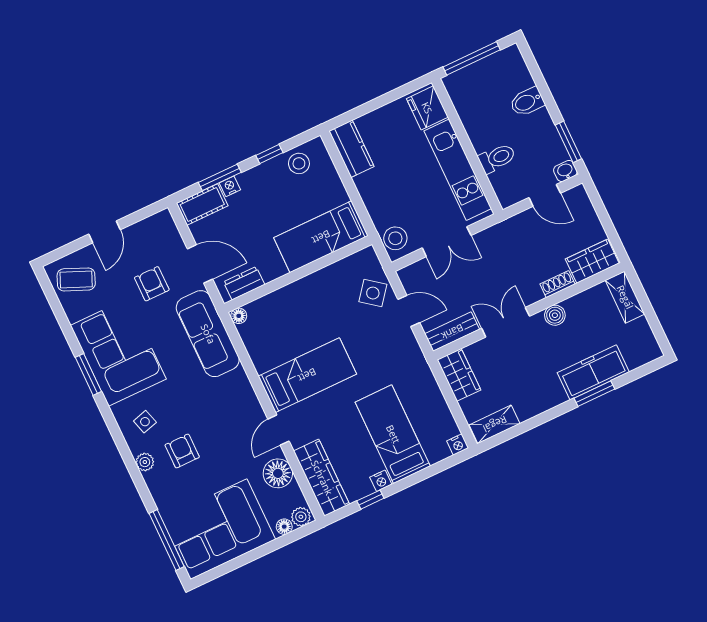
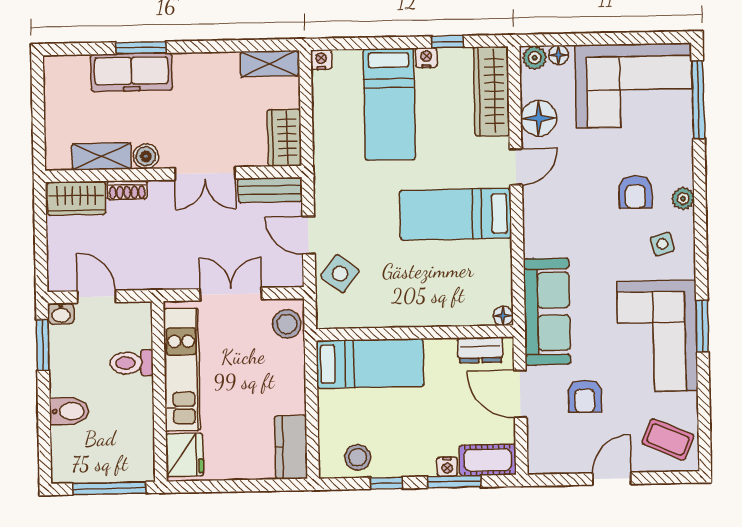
shelving: (625, 297) -> (102, 156), moved, turned 90

